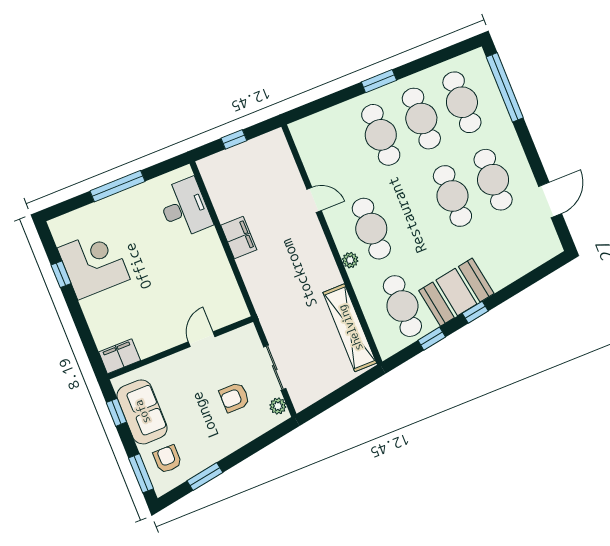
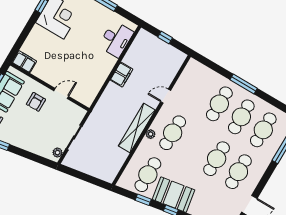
window: (379, 81) -> (244, 84), width x1.44
door: (314, 200) -> (166, 96), swing flipped
shelving: (350, 328) -> (137, 128), moved
armchair: (234, 397) -> (36, 102), moved, turned -90

